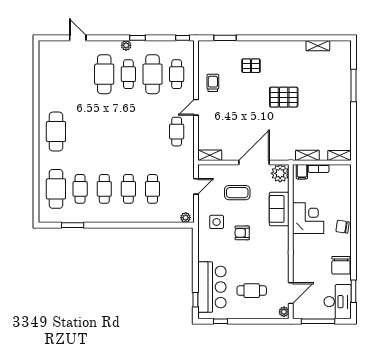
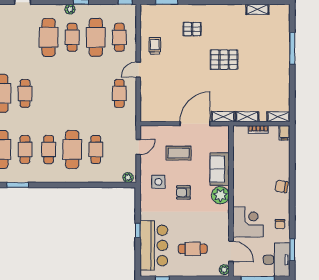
cafe table: (80, 132) -> (25, 93), added
shelving: (210, 155) -> (223, 117), moved
filing cabinet: (302, 172) -> (284, 133), moved
plant: (280, 173) -> (220, 195), moved
cafe table: (128, 189) -> (72, 149), width x1.37, depth x1.35
corner desk: (308, 218) -> (248, 222), moved
chair: (341, 265) -> (280, 224), width x0.54, depth x0.54
door: (291, 293) -> (231, 251), hinge flipped
window: (195, 300) -> (138, 230), moved

